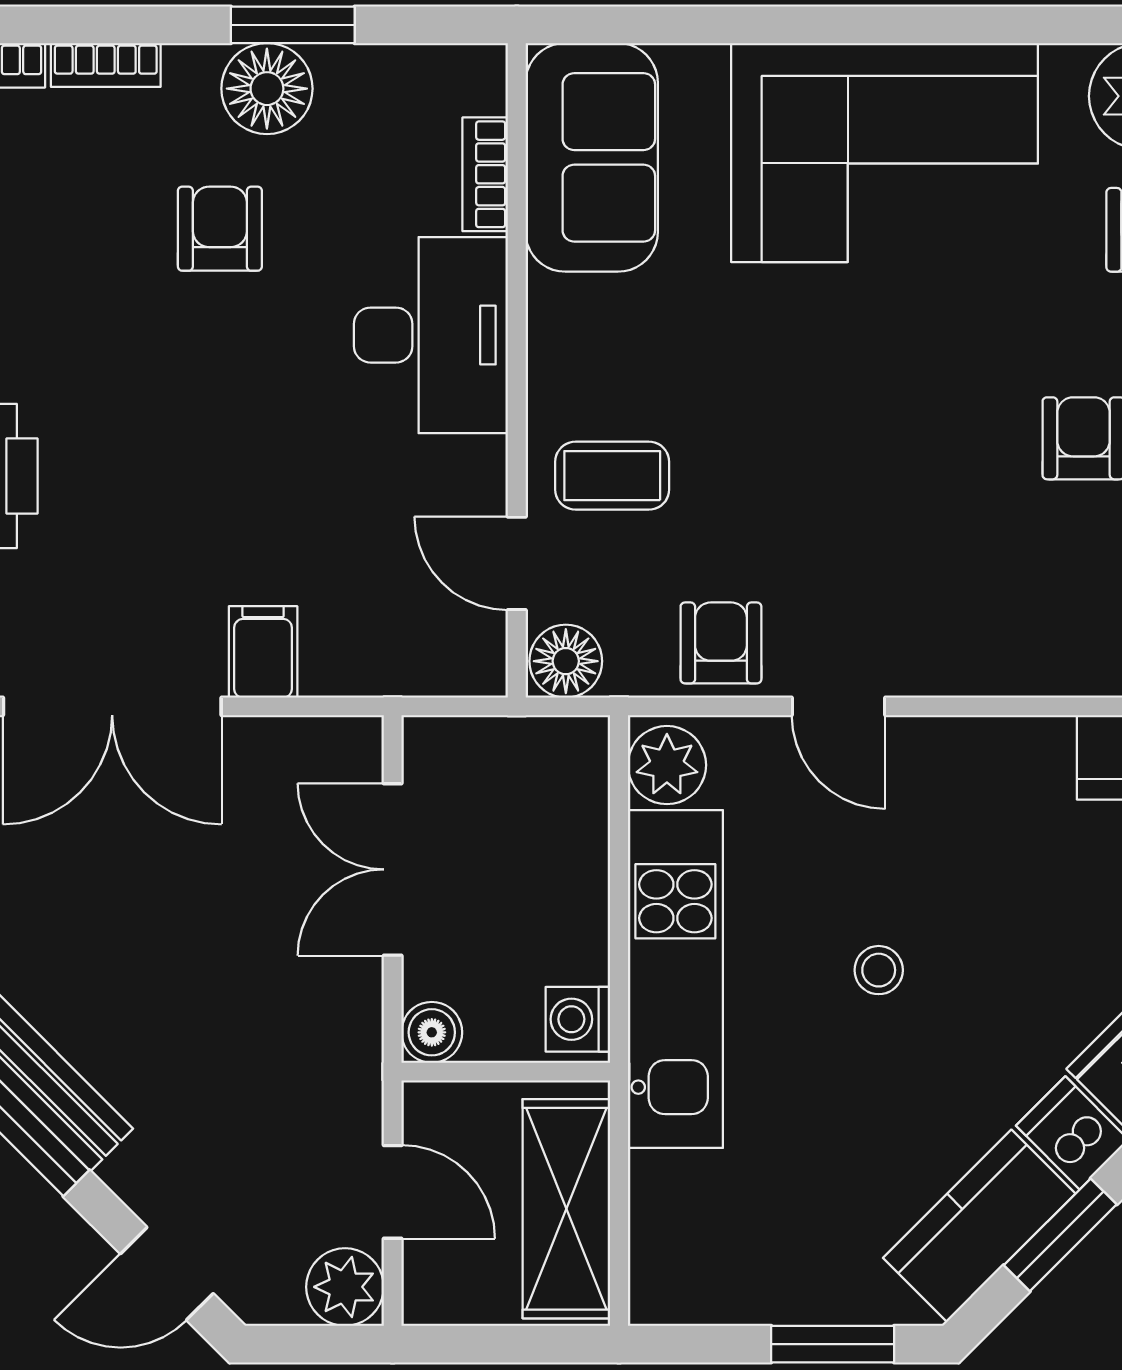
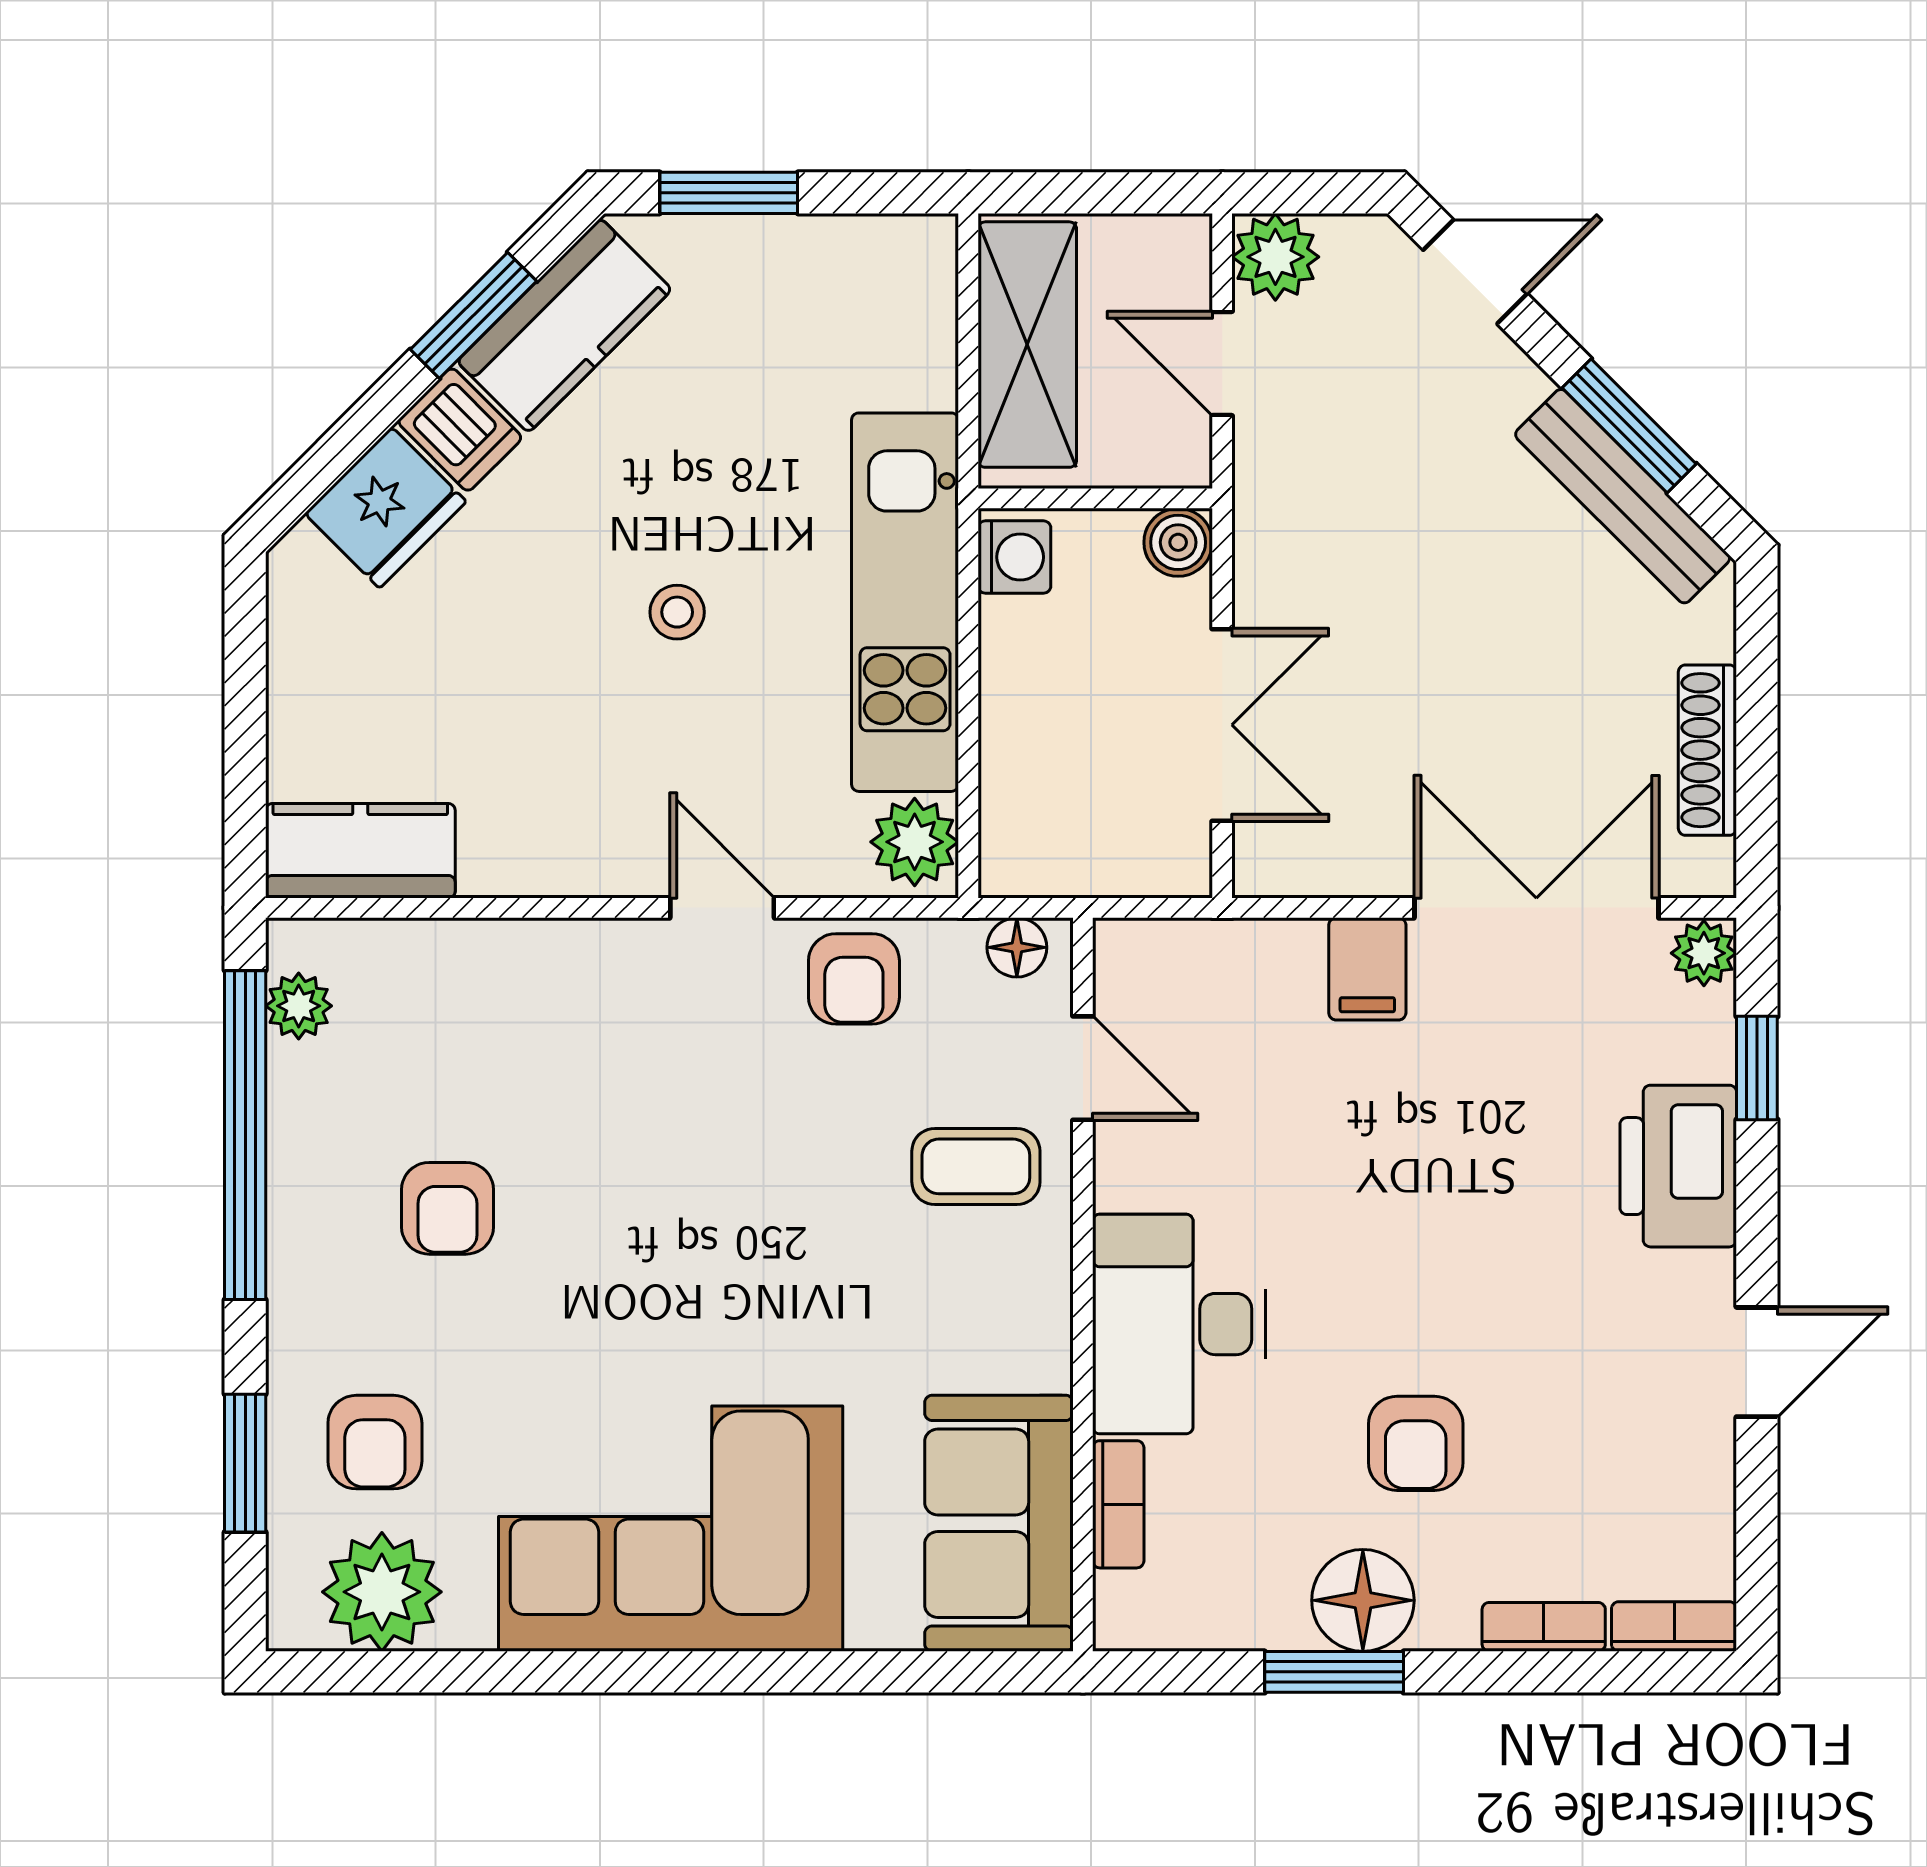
floor lamp: (566, 661) -> (1017, 947), width x0.73, depth x0.73

